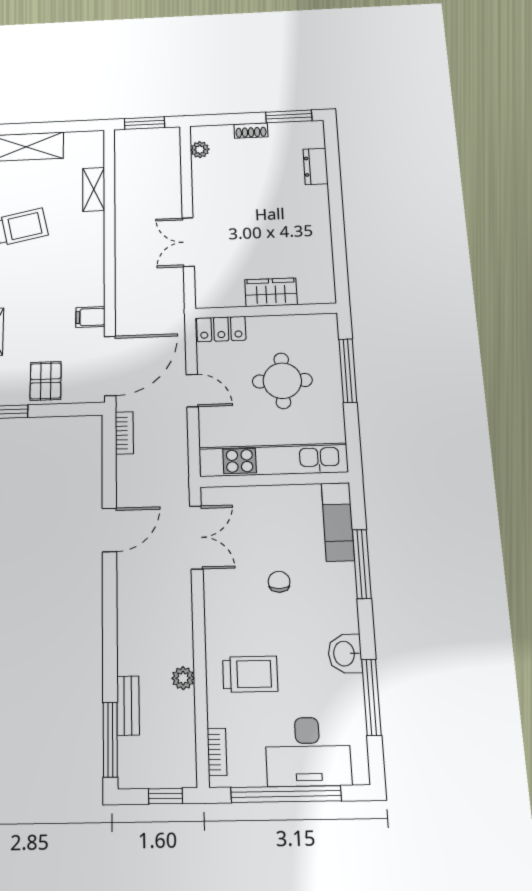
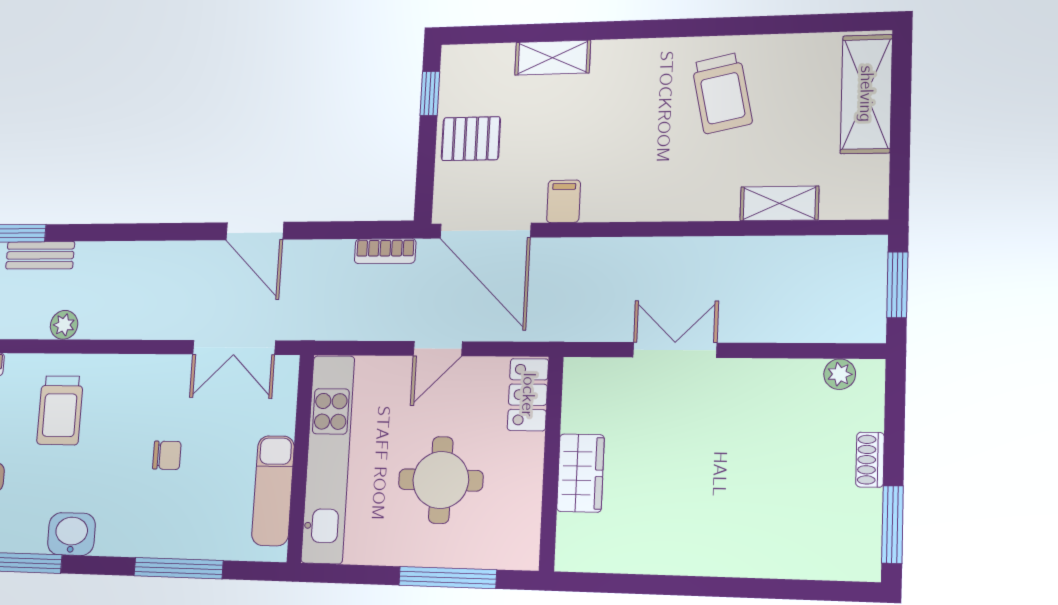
dresser: (316, 166) -> (794, 561), removed
exam couch: (338, 522) -> (273, 491), moved, turned -90

